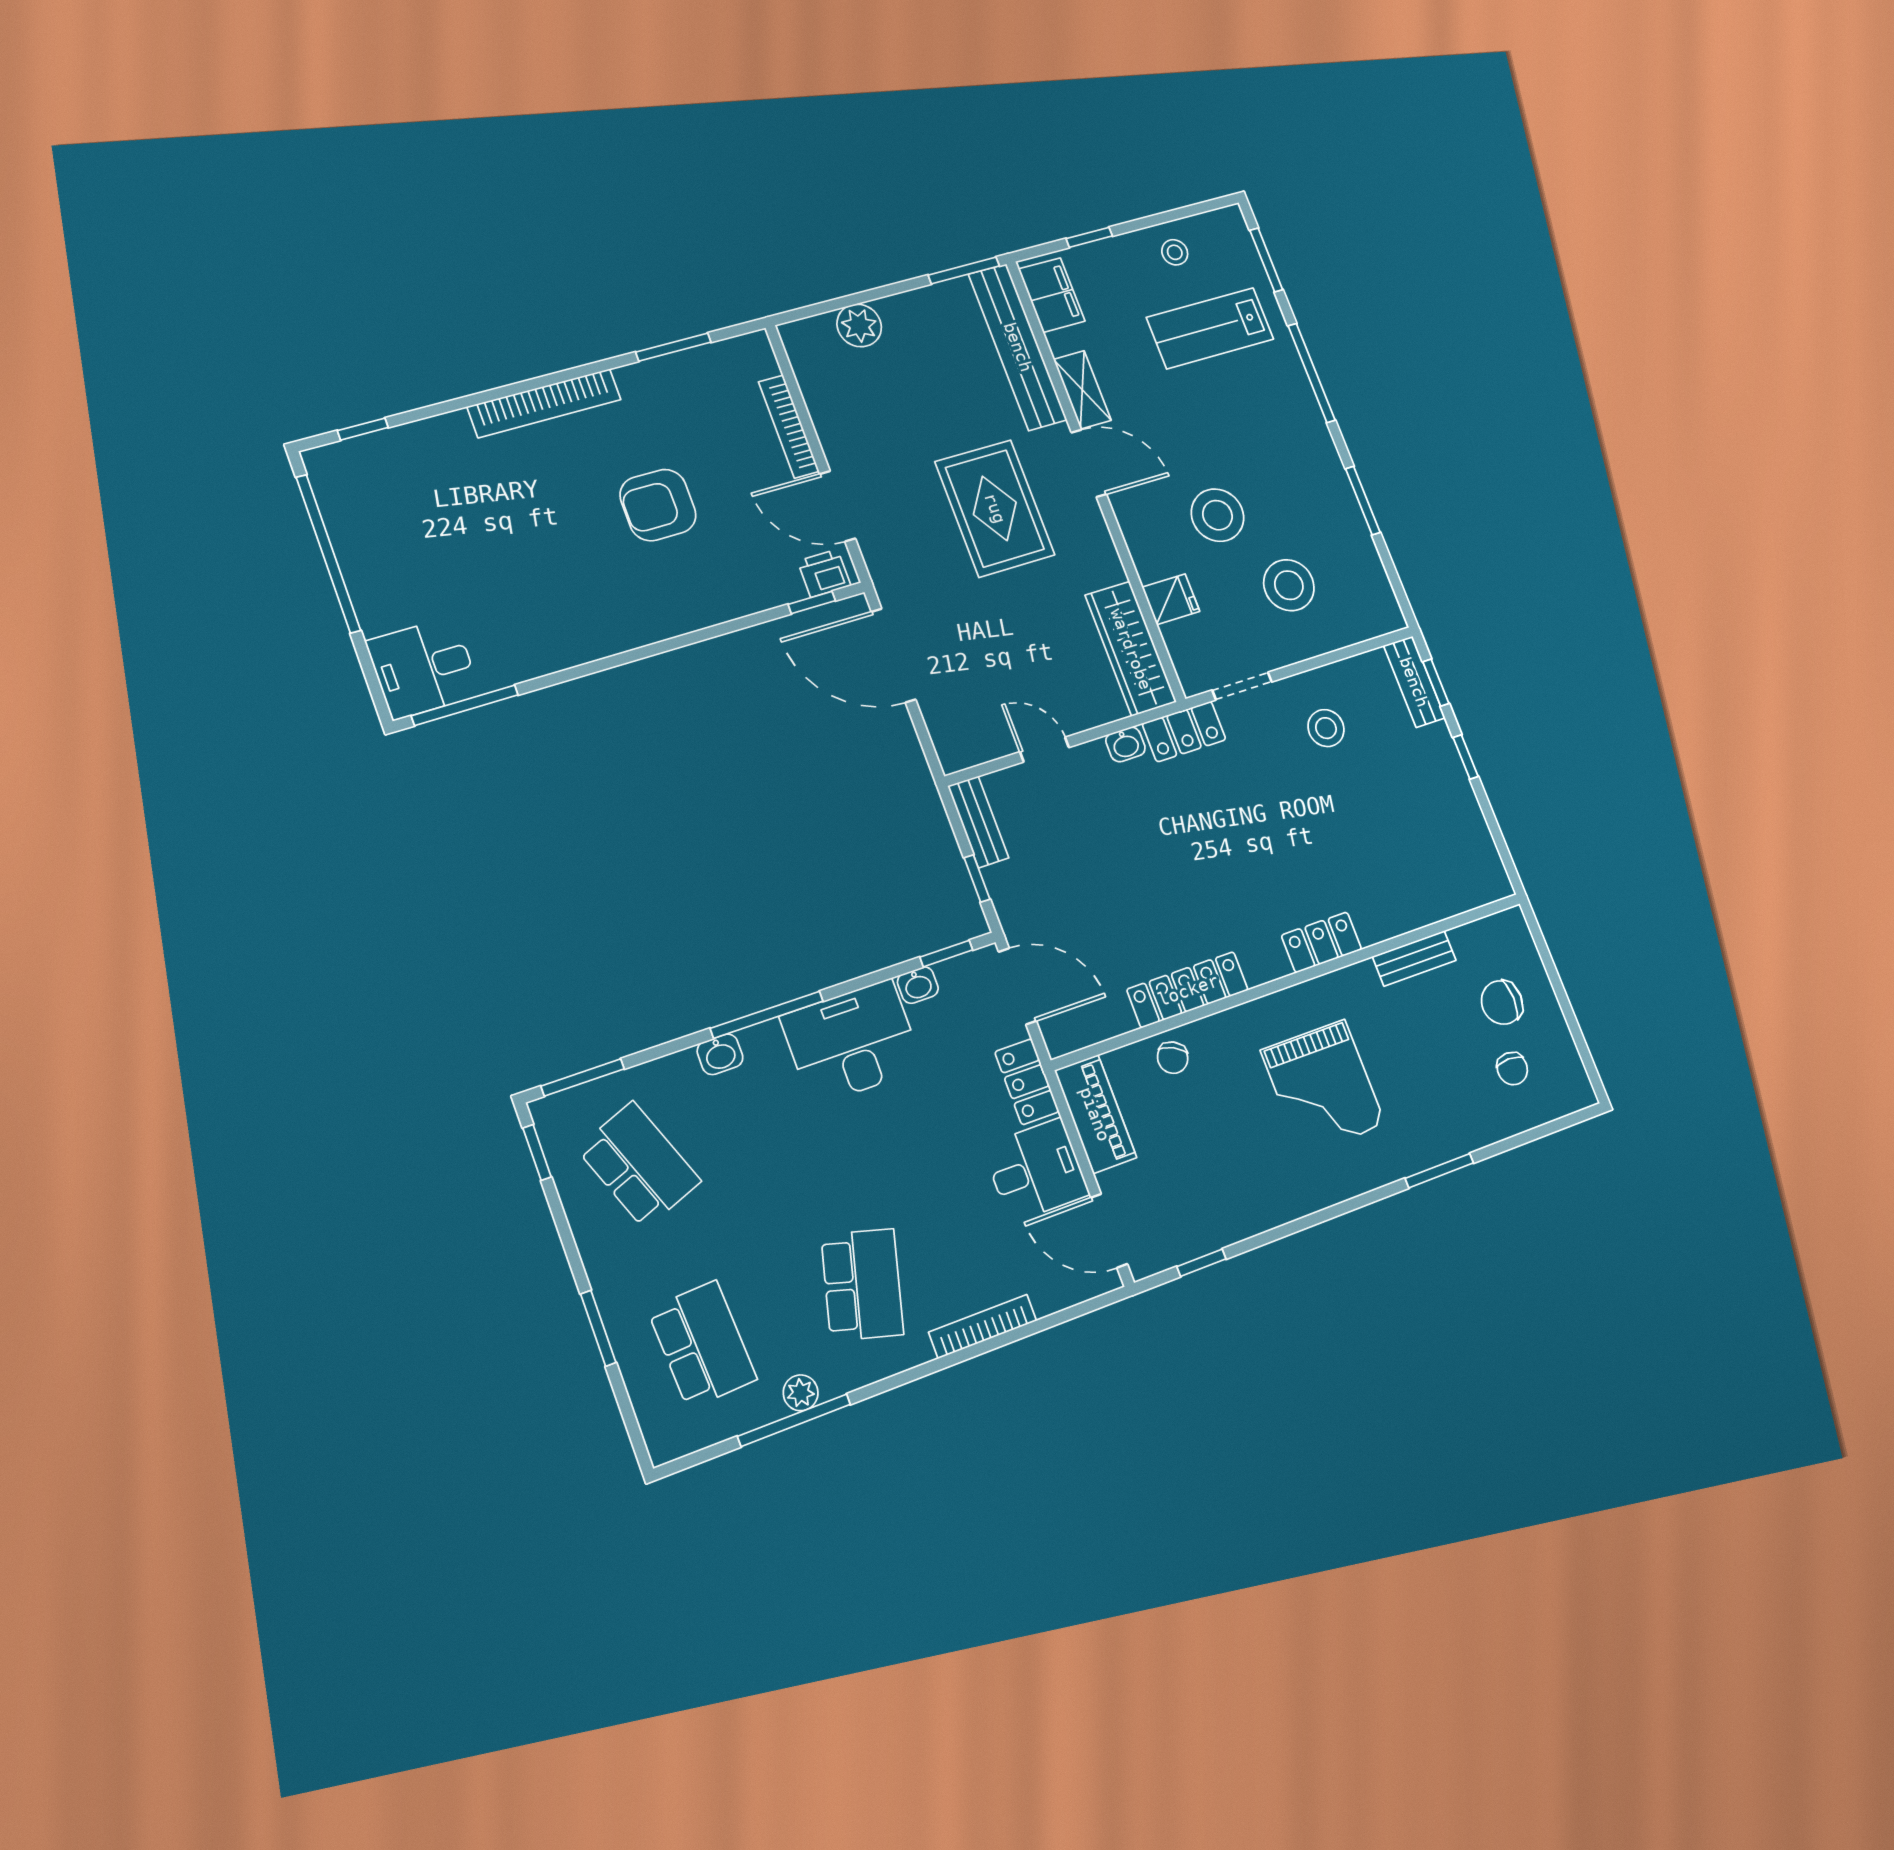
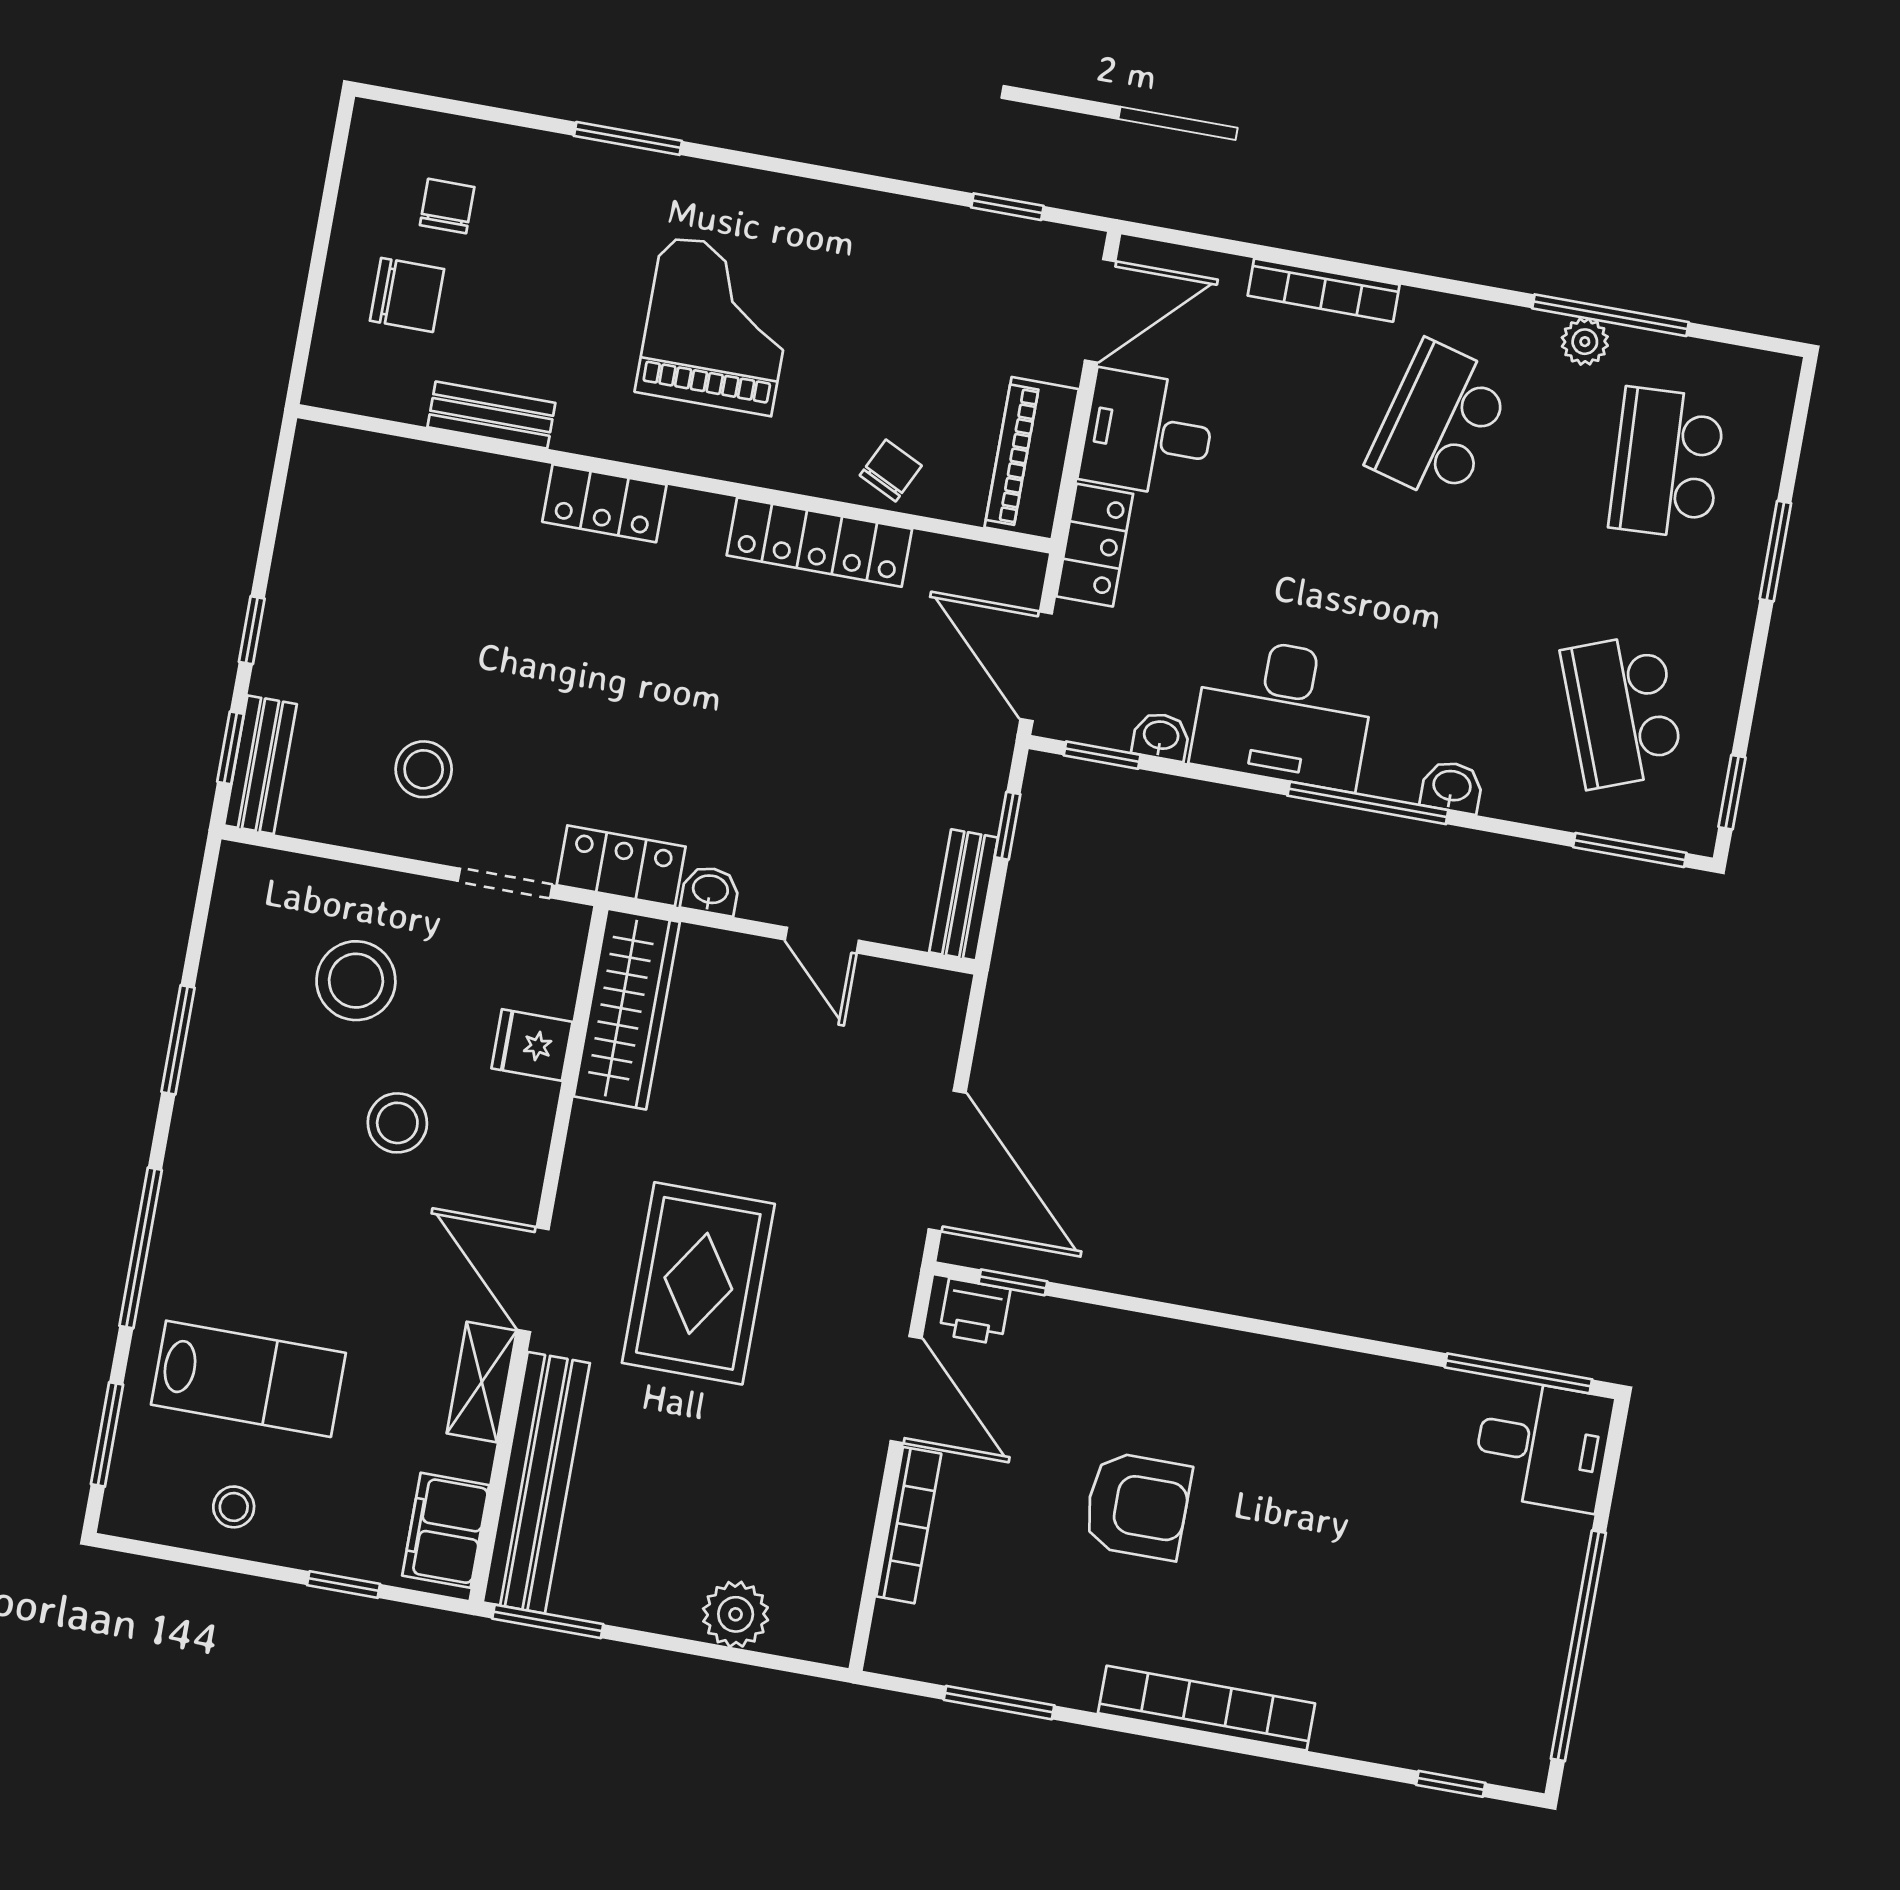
stool: (1218, 515) -> (397, 1123), width x0.73, depth x0.73
door: (1109, 1231) -> (1100, 311), hinge flipped

